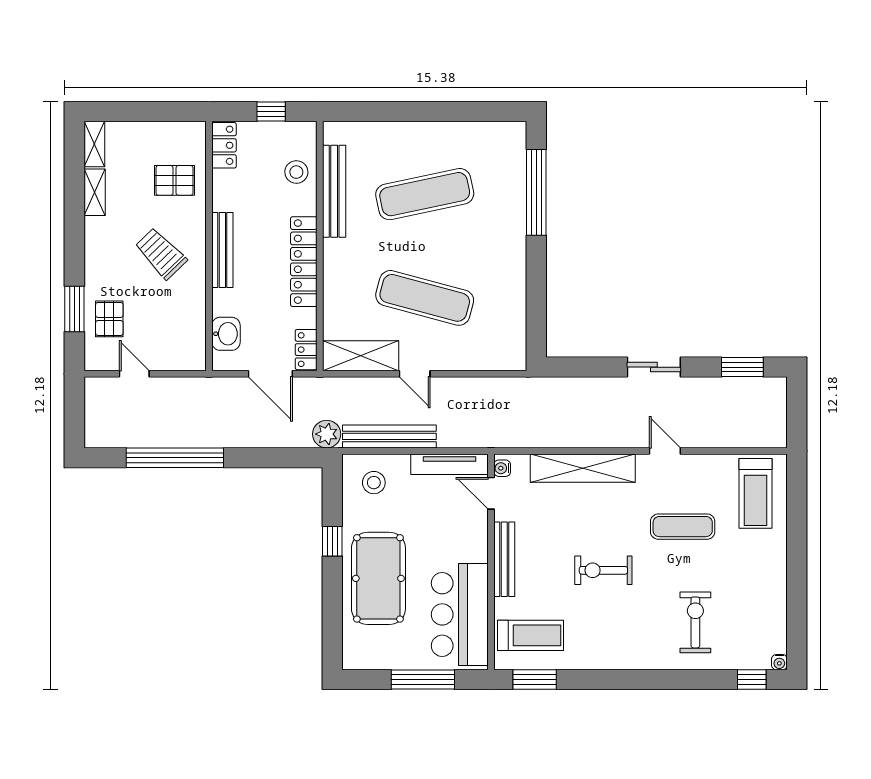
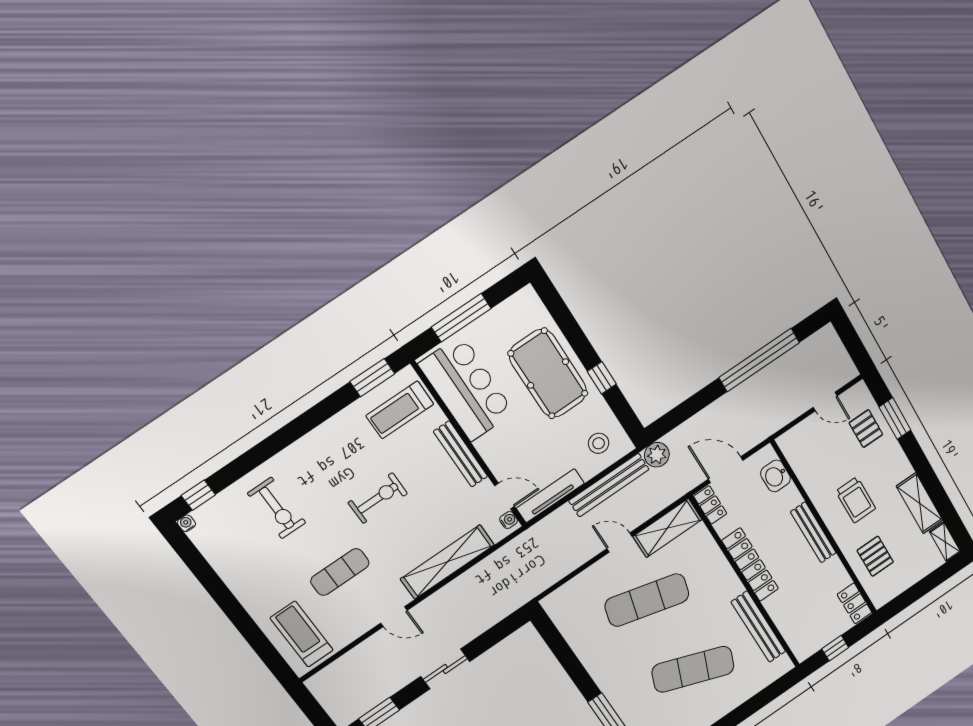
stool: (296, 172) -> (793, 621), removed
pallet: (175, 180) -> (875, 556), turned 90
shelving: (95, 192) -> (920, 503), width x1.50, depth x1.33
exercise mat: (425, 194) -> (693, 669), turned 33
trolley: (161, 253) -> (856, 500), turned 44

